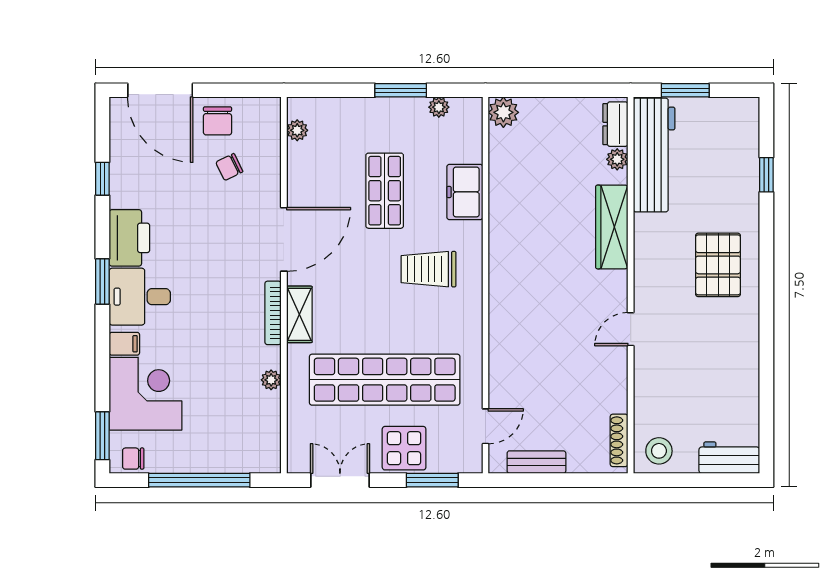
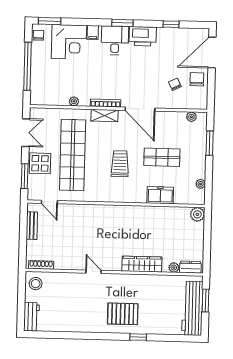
window: (401, 90) -> (210, 143), moved
chair: (218, 121) -> (197, 79), turned 90
workbench: (654, 155) -> (192, 308), moved, turned 90
window: (766, 175) -> (138, 337), moved
trolley: (429, 269) -> (120, 164), moved

